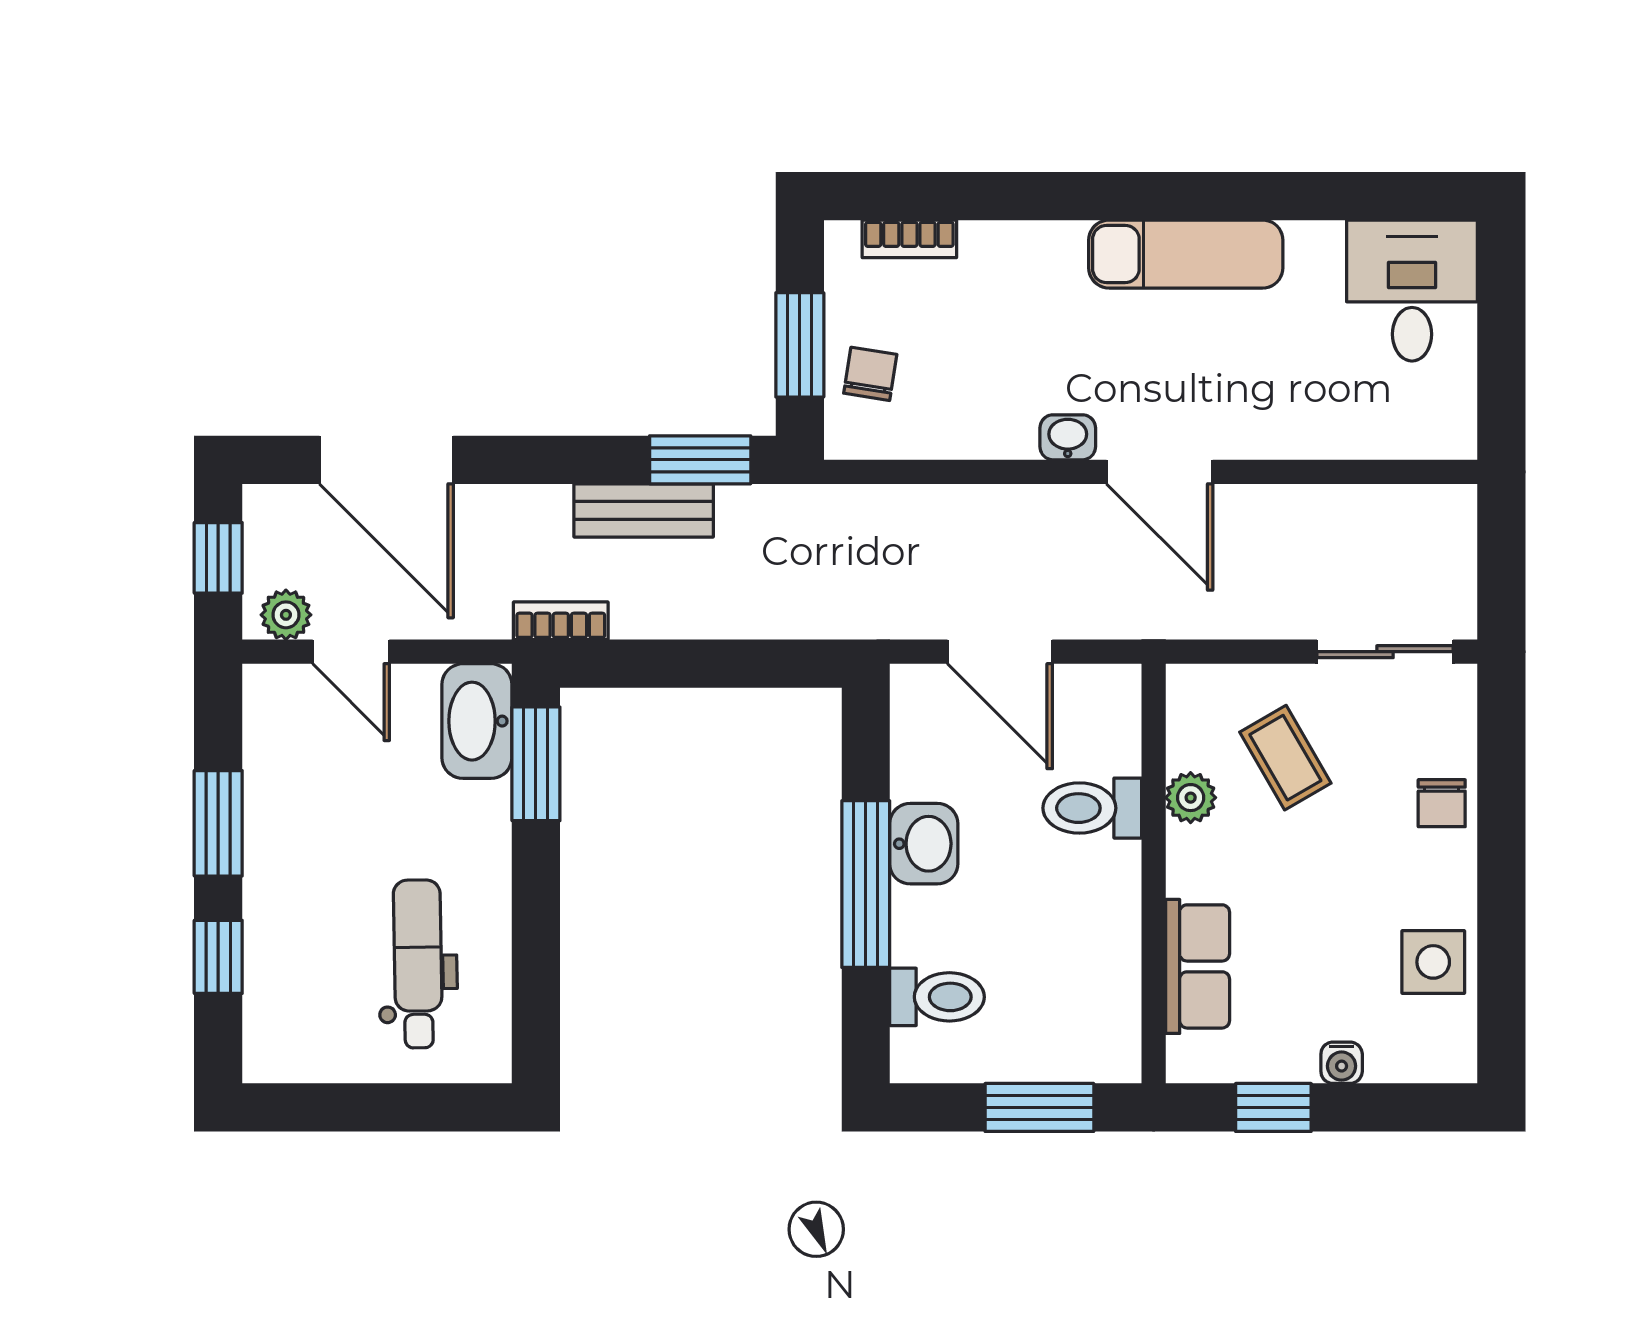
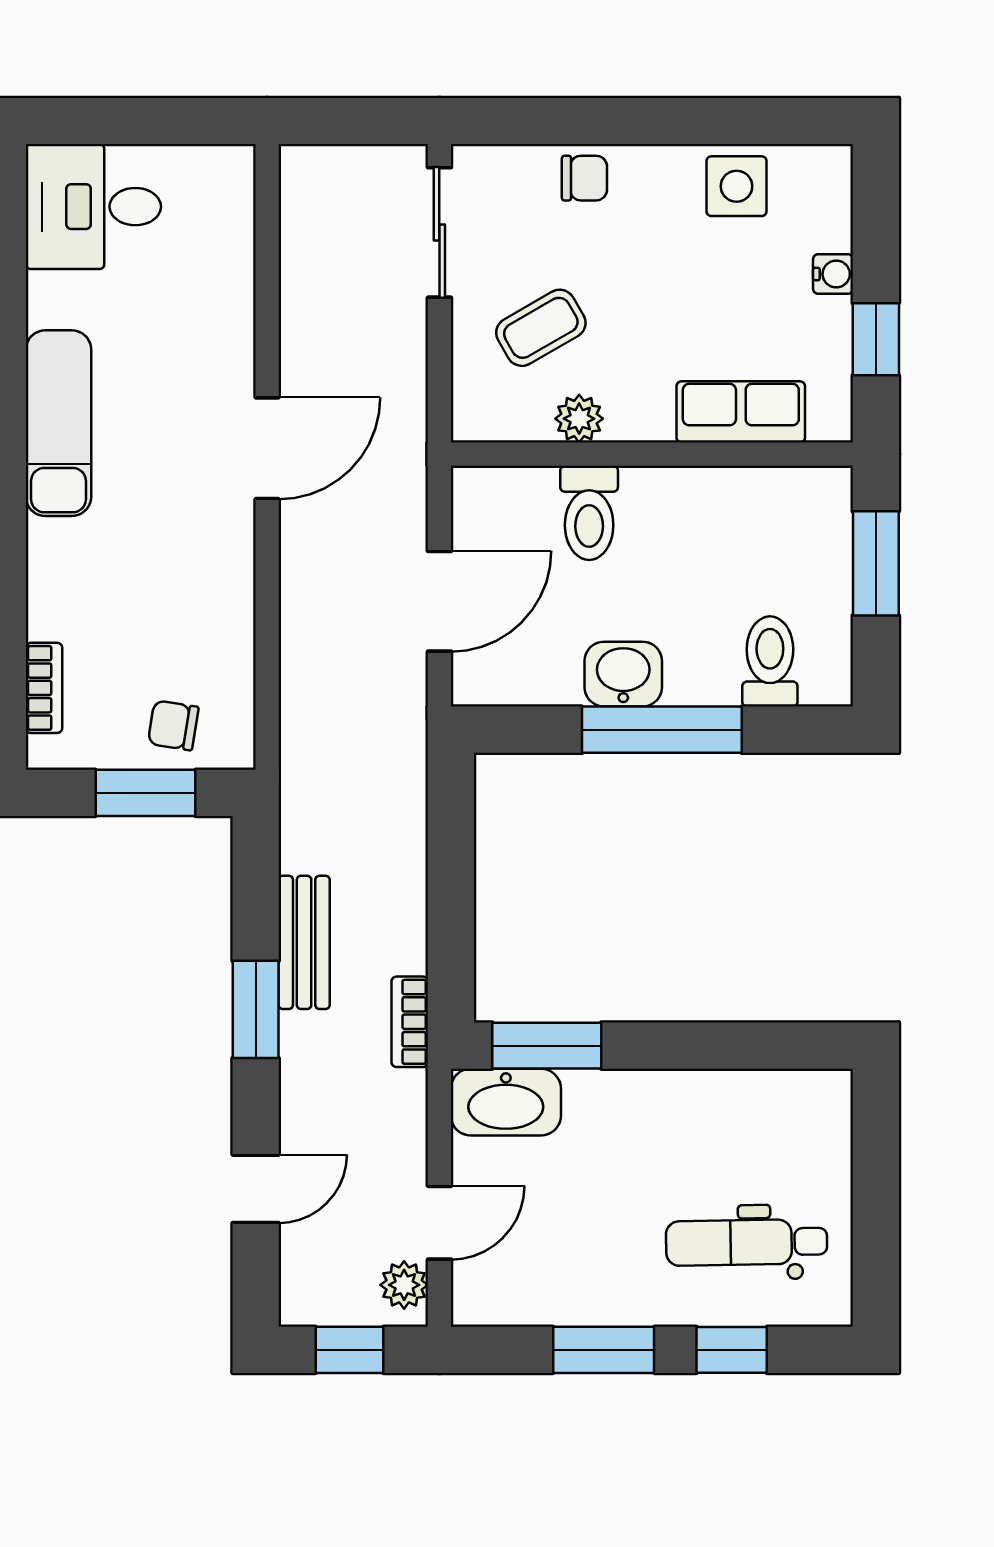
washbasin: (1068, 437) -> (234, 536), removed
door: (386, 460) -> (256, 1189), width x0.53
window: (700, 460) -> (256, 1009), moved
dental chair: (418, 964) -> (747, 1242), moved

